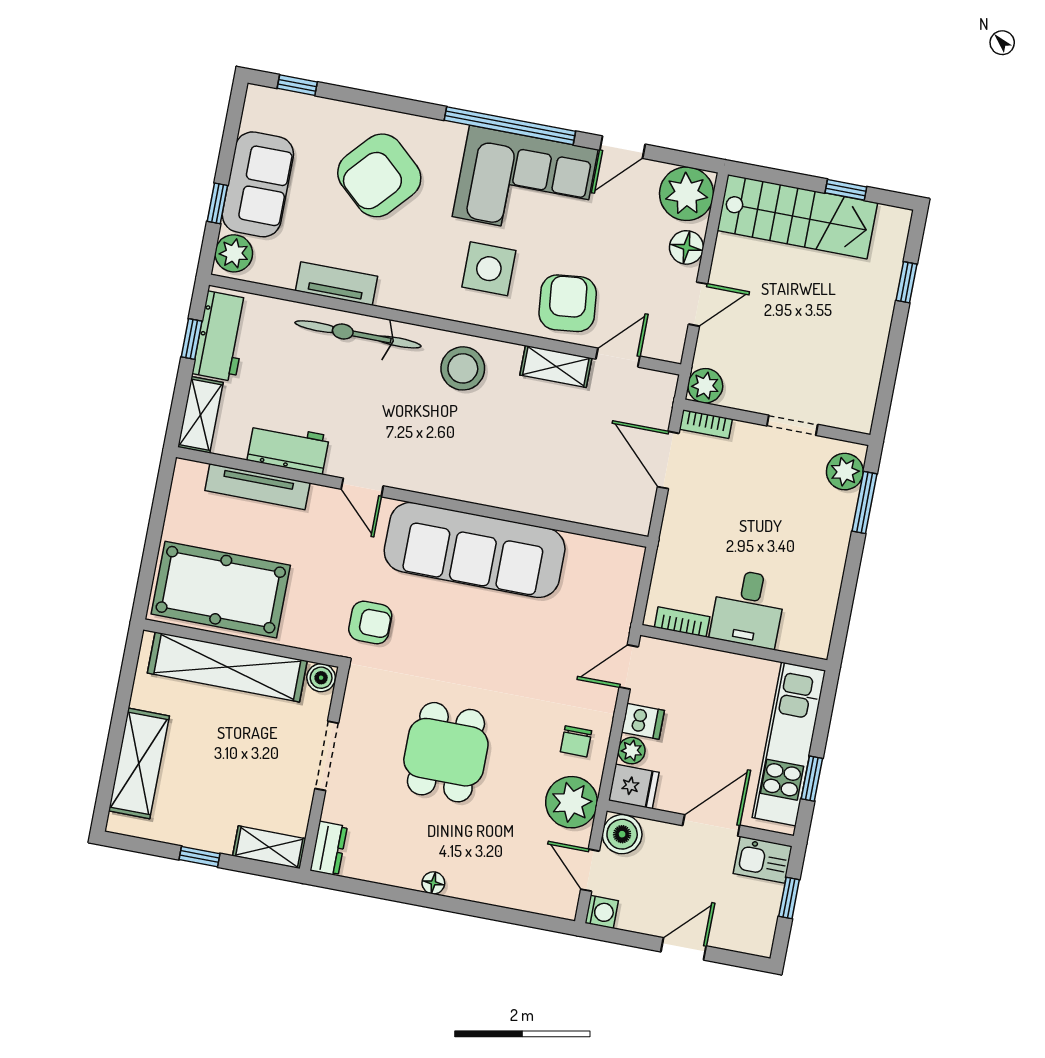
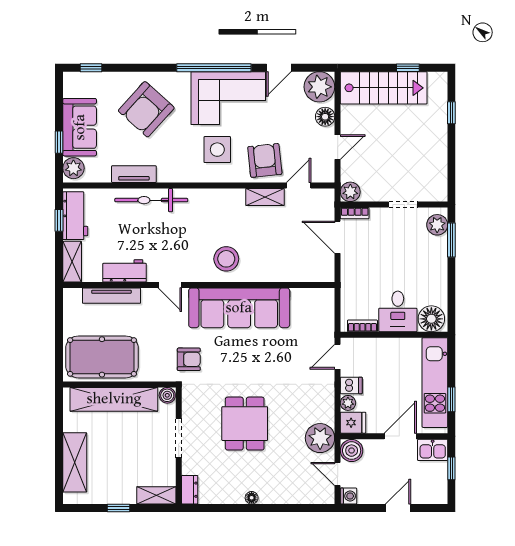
stool: (463, 368) -> (226, 259), moved
floor lamp: (804, 632) -> (431, 319), added
chair: (576, 741) -> (316, 404), removed

